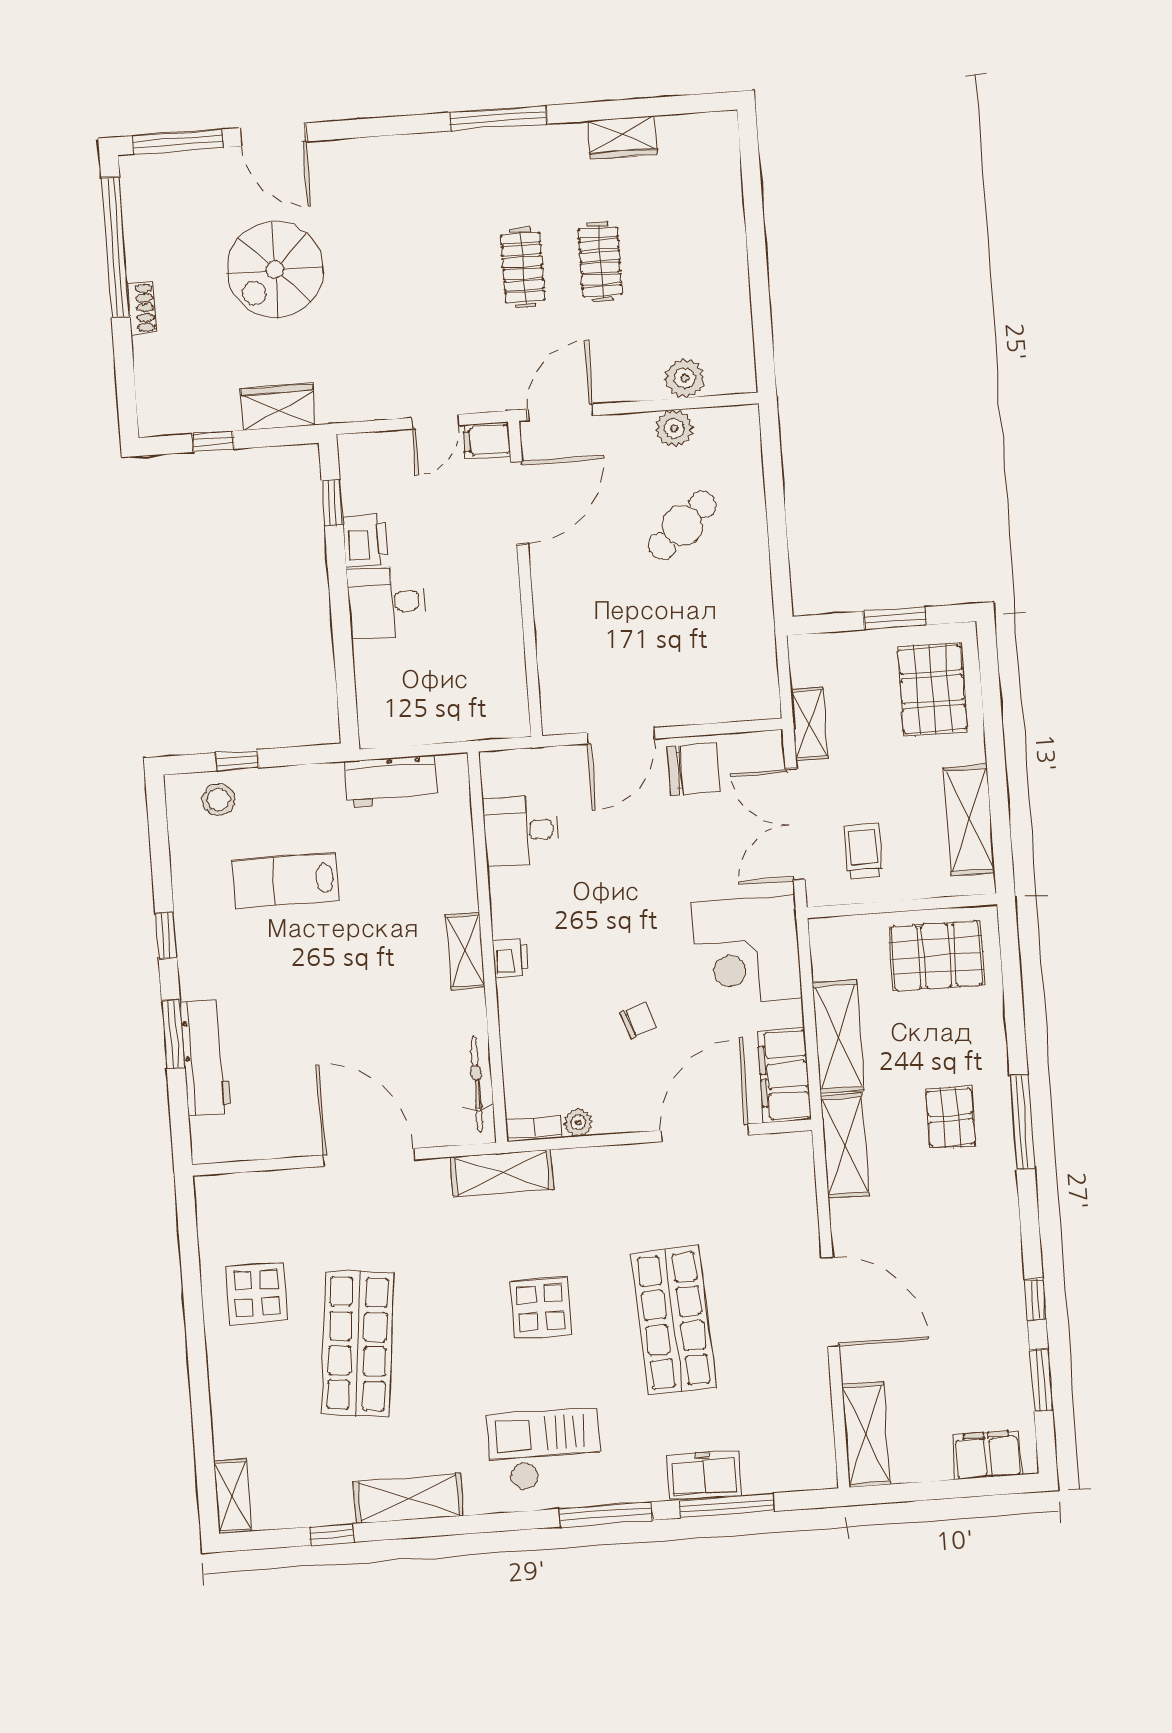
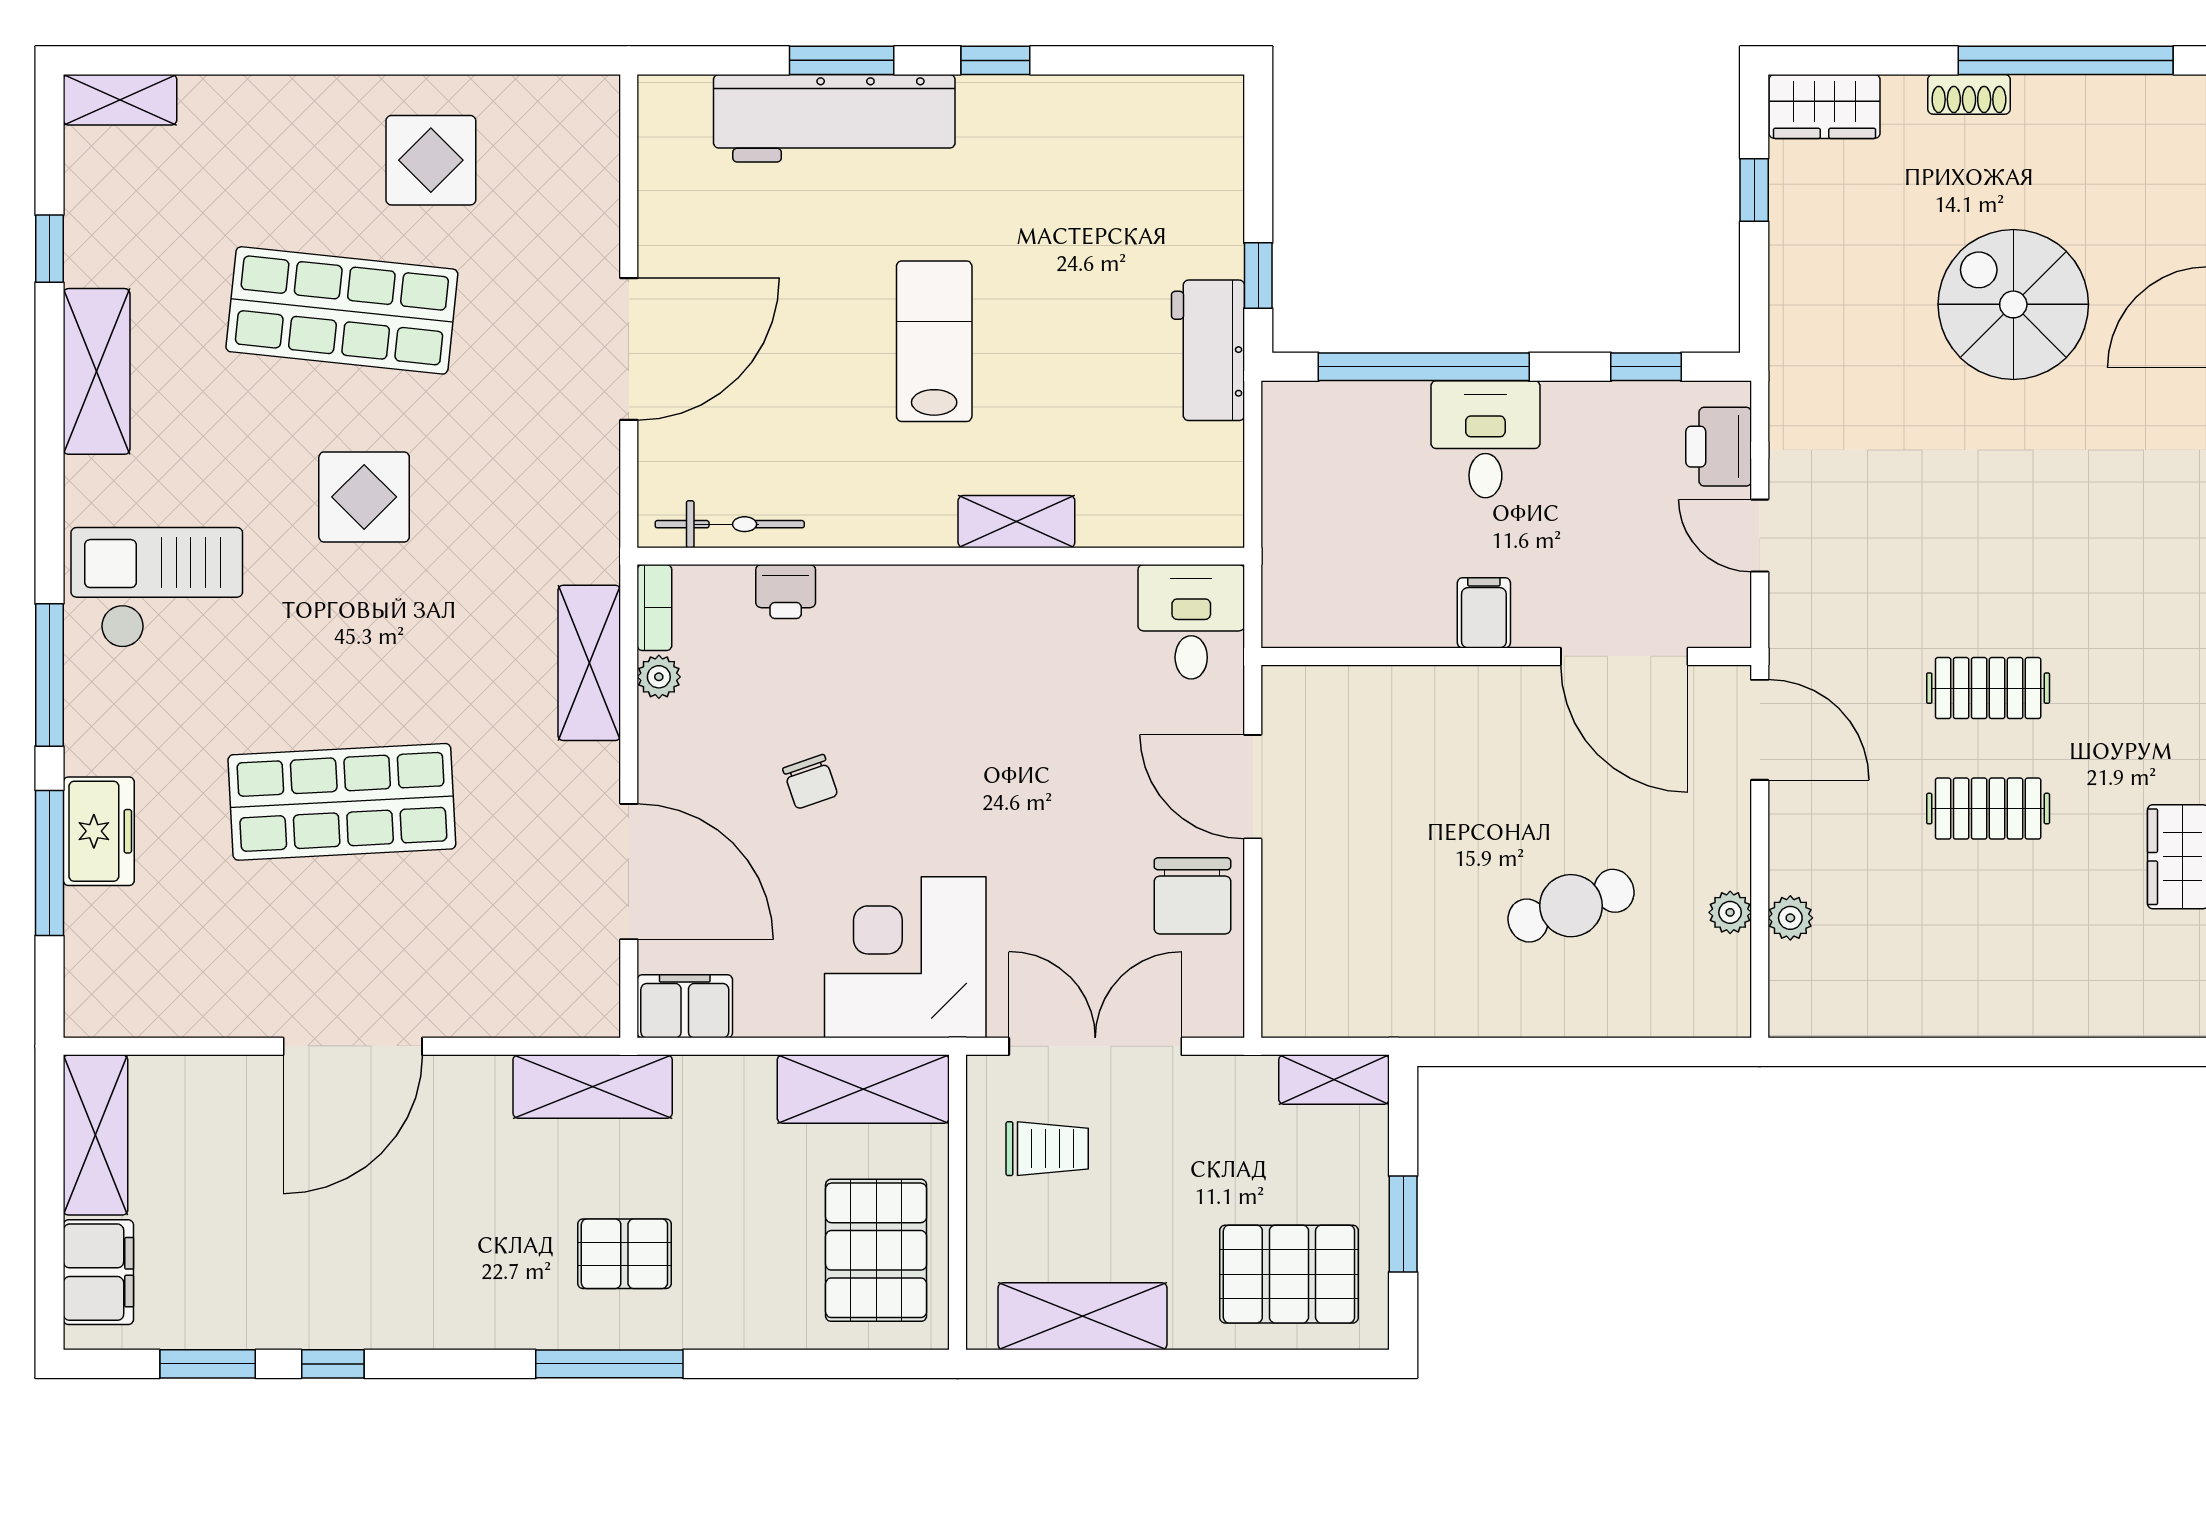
plant: (685, 378) -> (1790, 918), width x0.73, depth x0.73
wardrobe: (278, 407) -> (1825, 106), moved, turned 90
plant: (674, 428) -> (1730, 912), width x0.73, depth x0.73
filing cabinet: (487, 440) -> (1484, 613), moved
cafe table: (682, 525) -> (1571, 906), turned -67
printer: (365, 540) -> (1719, 447), moved, turned 90
window: (343, 645) -> (1424, 367), added
shelving: (809, 724) -> (1334, 1080), moved
window: (237, 760) -> (1258, 276), moved
workbench: (391, 781) -> (1208, 350), moved
stool: (219, 800) -> (1199, 157), removed
desk: (521, 831) -> (1191, 622), moved
lab bench: (286, 881) -> (934, 341), moved
shelving: (465, 951) -> (1016, 522), moved
printer: (511, 958) -> (786, 592), moved
shelving: (838, 1036) -> (863, 1089), moved
workbench: (205, 1057) -> (834, 118), width x1.36, depth x1.32
filing cabinet: (784, 1075) -> (685, 1006), width x0.67, depth x0.86
shelving: (502, 1173) -> (589, 663), moved
display table: (541, 1308) -> (364, 497), moved
shelving: (866, 1434) -> (95, 1135), moved, turned 90
checkout: (545, 1450) -> (157, 588), turned -90

